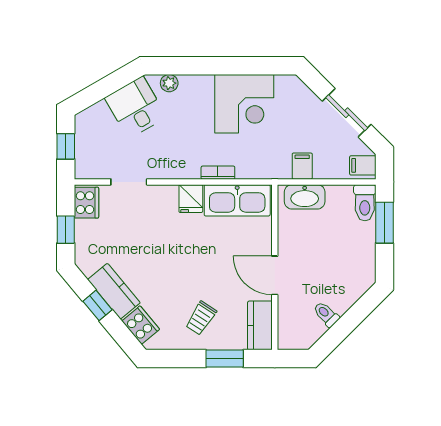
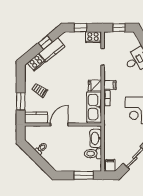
filing cabinet: (302, 166) -> (110, 85), moved
toilet: (365, 203) -> (93, 154), moved

